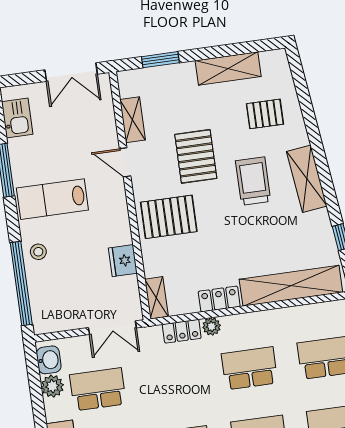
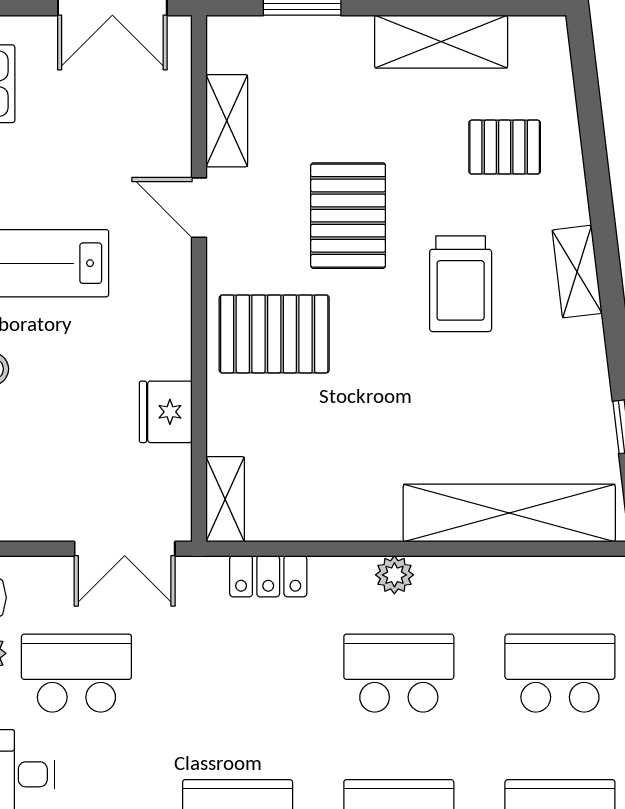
shelving: (307, 179) -> (577, 272), width x0.67, depth x0.75
trolley: (253, 181) -> (461, 284), turned 180
locker: (219, 299) -> (356, 520), removed
plant: (212, 326) -> (394, 575), moved

